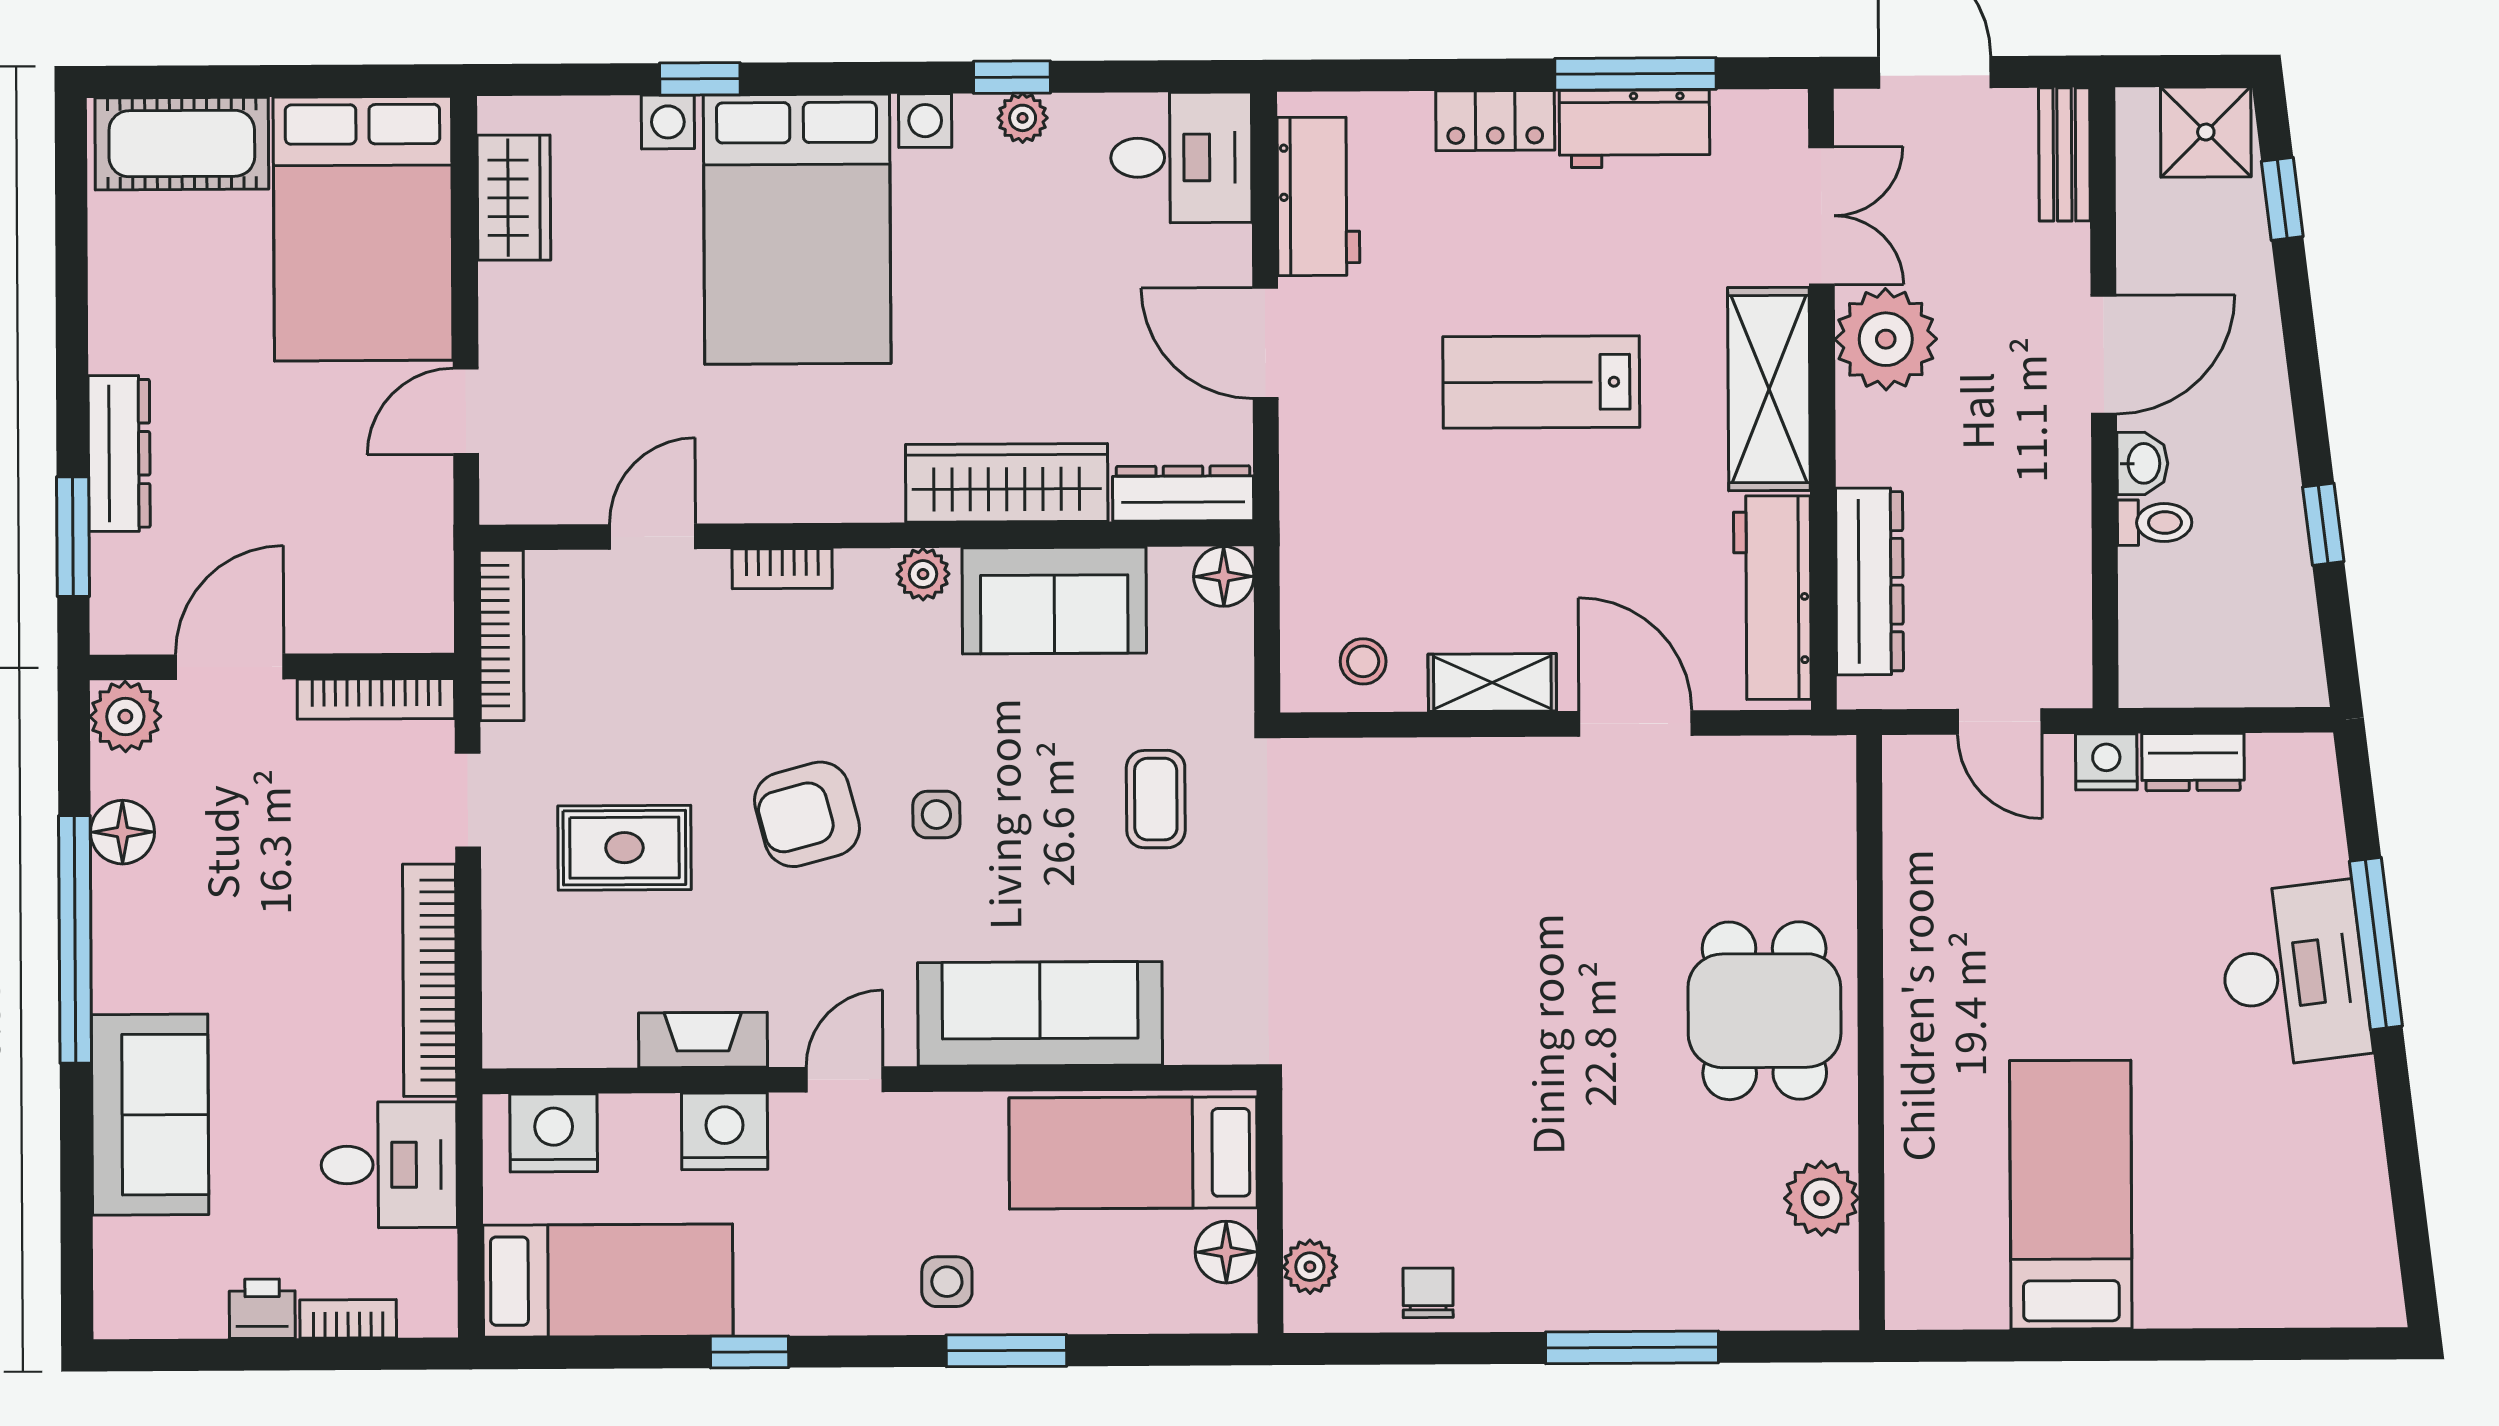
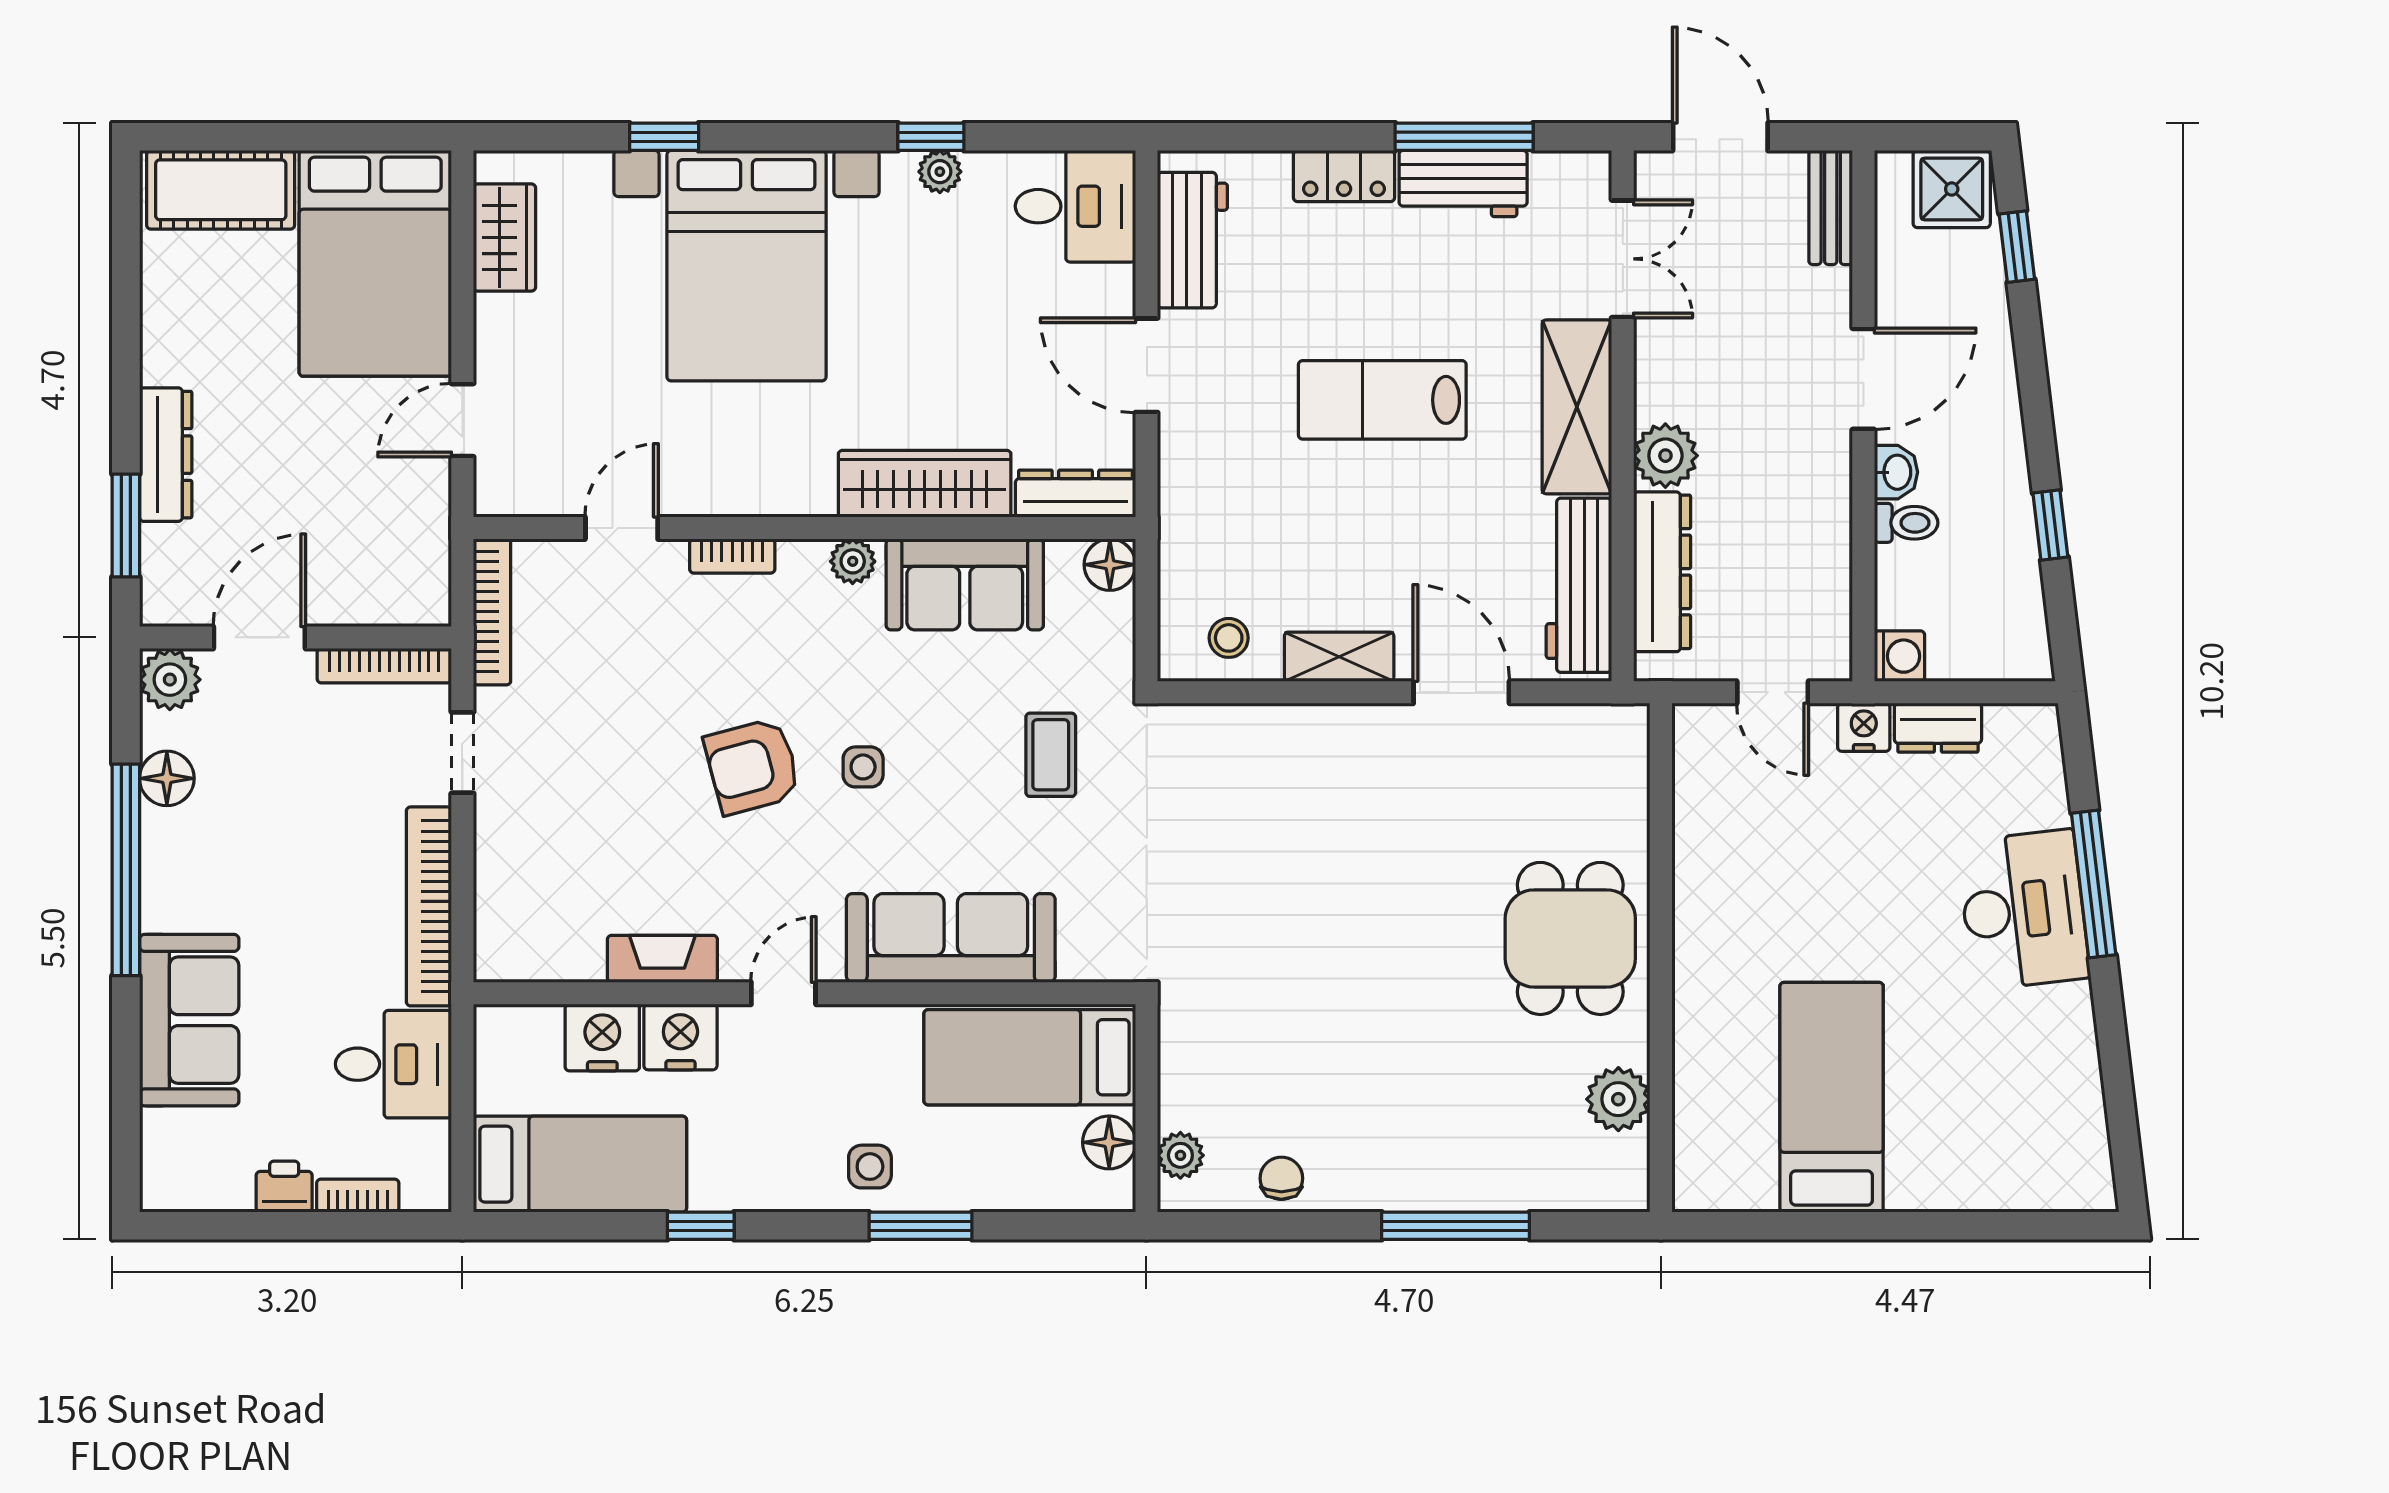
plant: (1886, 339) -> (1665, 456), moved, width x0.73, depth x0.73
washing machine: (2148, 678) -> (1900, 656), added
rug: (624, 848) -> (596, 794), removed
nightstand: (554, 1133) -> (602, 1038), moved

